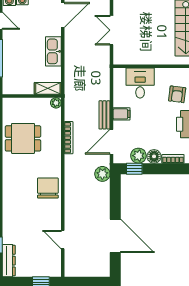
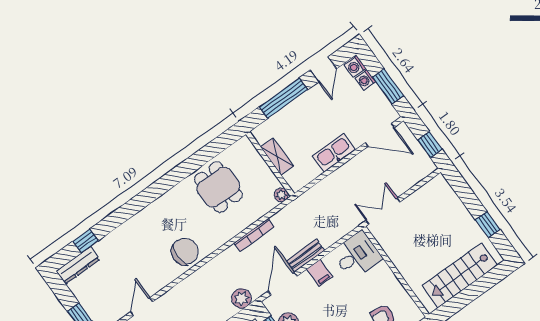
double door: (112, 30) -> (383, 211), moved
desk: (140, 83) -> (357, 255), moved
shelving: (48, 88) -> (277, 157), moved
door: (112, 142) -> (282, 284), hinge flipped

